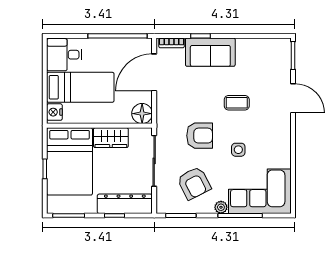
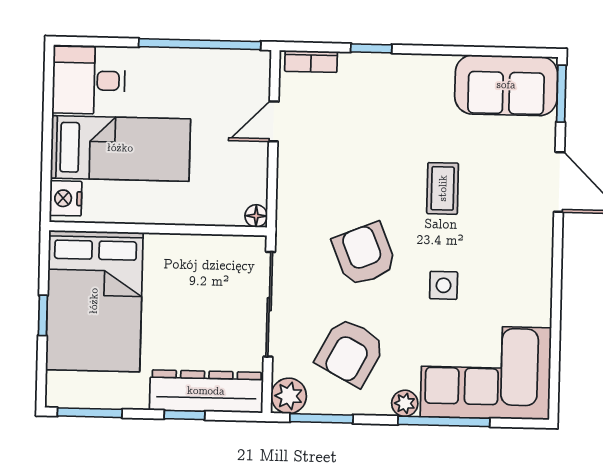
sofa: (210, 52) -> (506, 85), moved
door: (154, 72) -> (274, 121), width x0.53
coffee table: (237, 103) -> (443, 188), turned 90
floor lamp: (142, 114) -> (256, 216), width x0.53, depth x0.53
armchair: (200, 136) -> (364, 254), turned -112
wardrobe: (111, 138) -> (181, 254), removed
armchair: (194, 183) -> (350, 352), turned 55
plant: (165, 205) -> (289, 396), added

